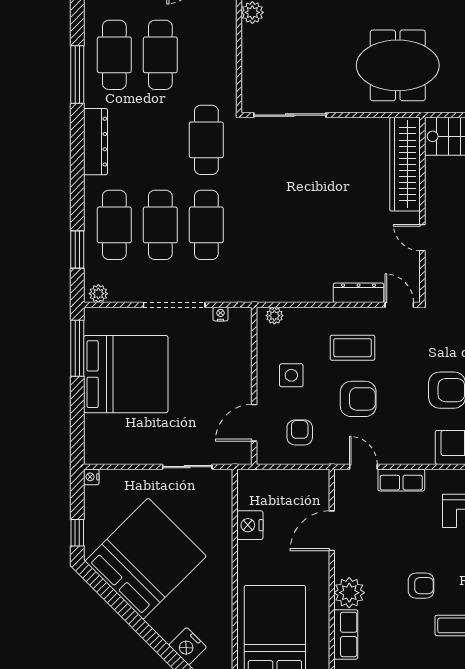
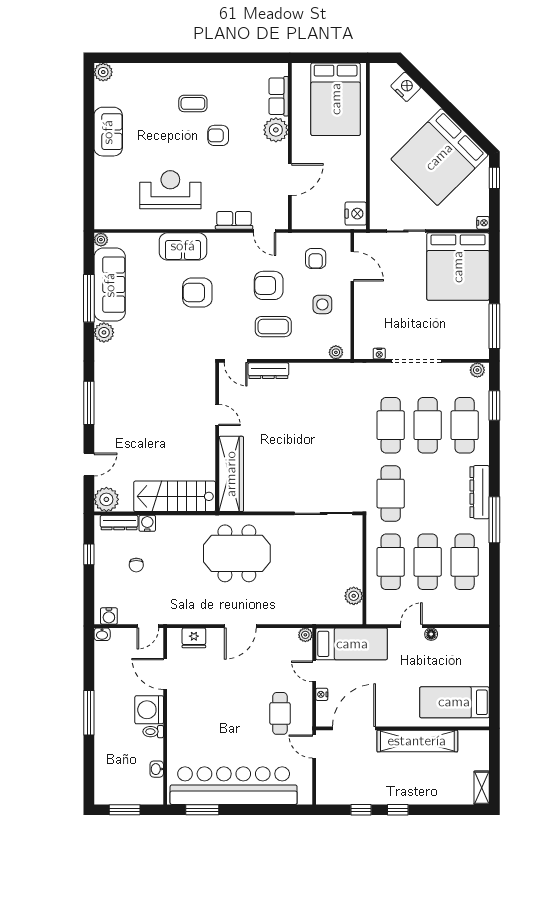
cafe table: (206, 55) -> (391, 562), added
window: (77, 75) -> (494, 520), moved
bed: (126, 374) -> (458, 267), moved, turned -90
door: (254, 423) -> (352, 266), hinge flipped
nightstand: (250, 525) -> (356, 214), moved

